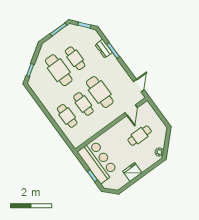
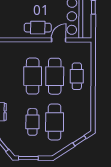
cafe table: (83, 104) -> (55, 76), width x1.37, depth x1.35
door: (131, 110) -> (59, 40), moved
cafe table: (140, 136) -> (38, 28), moved

